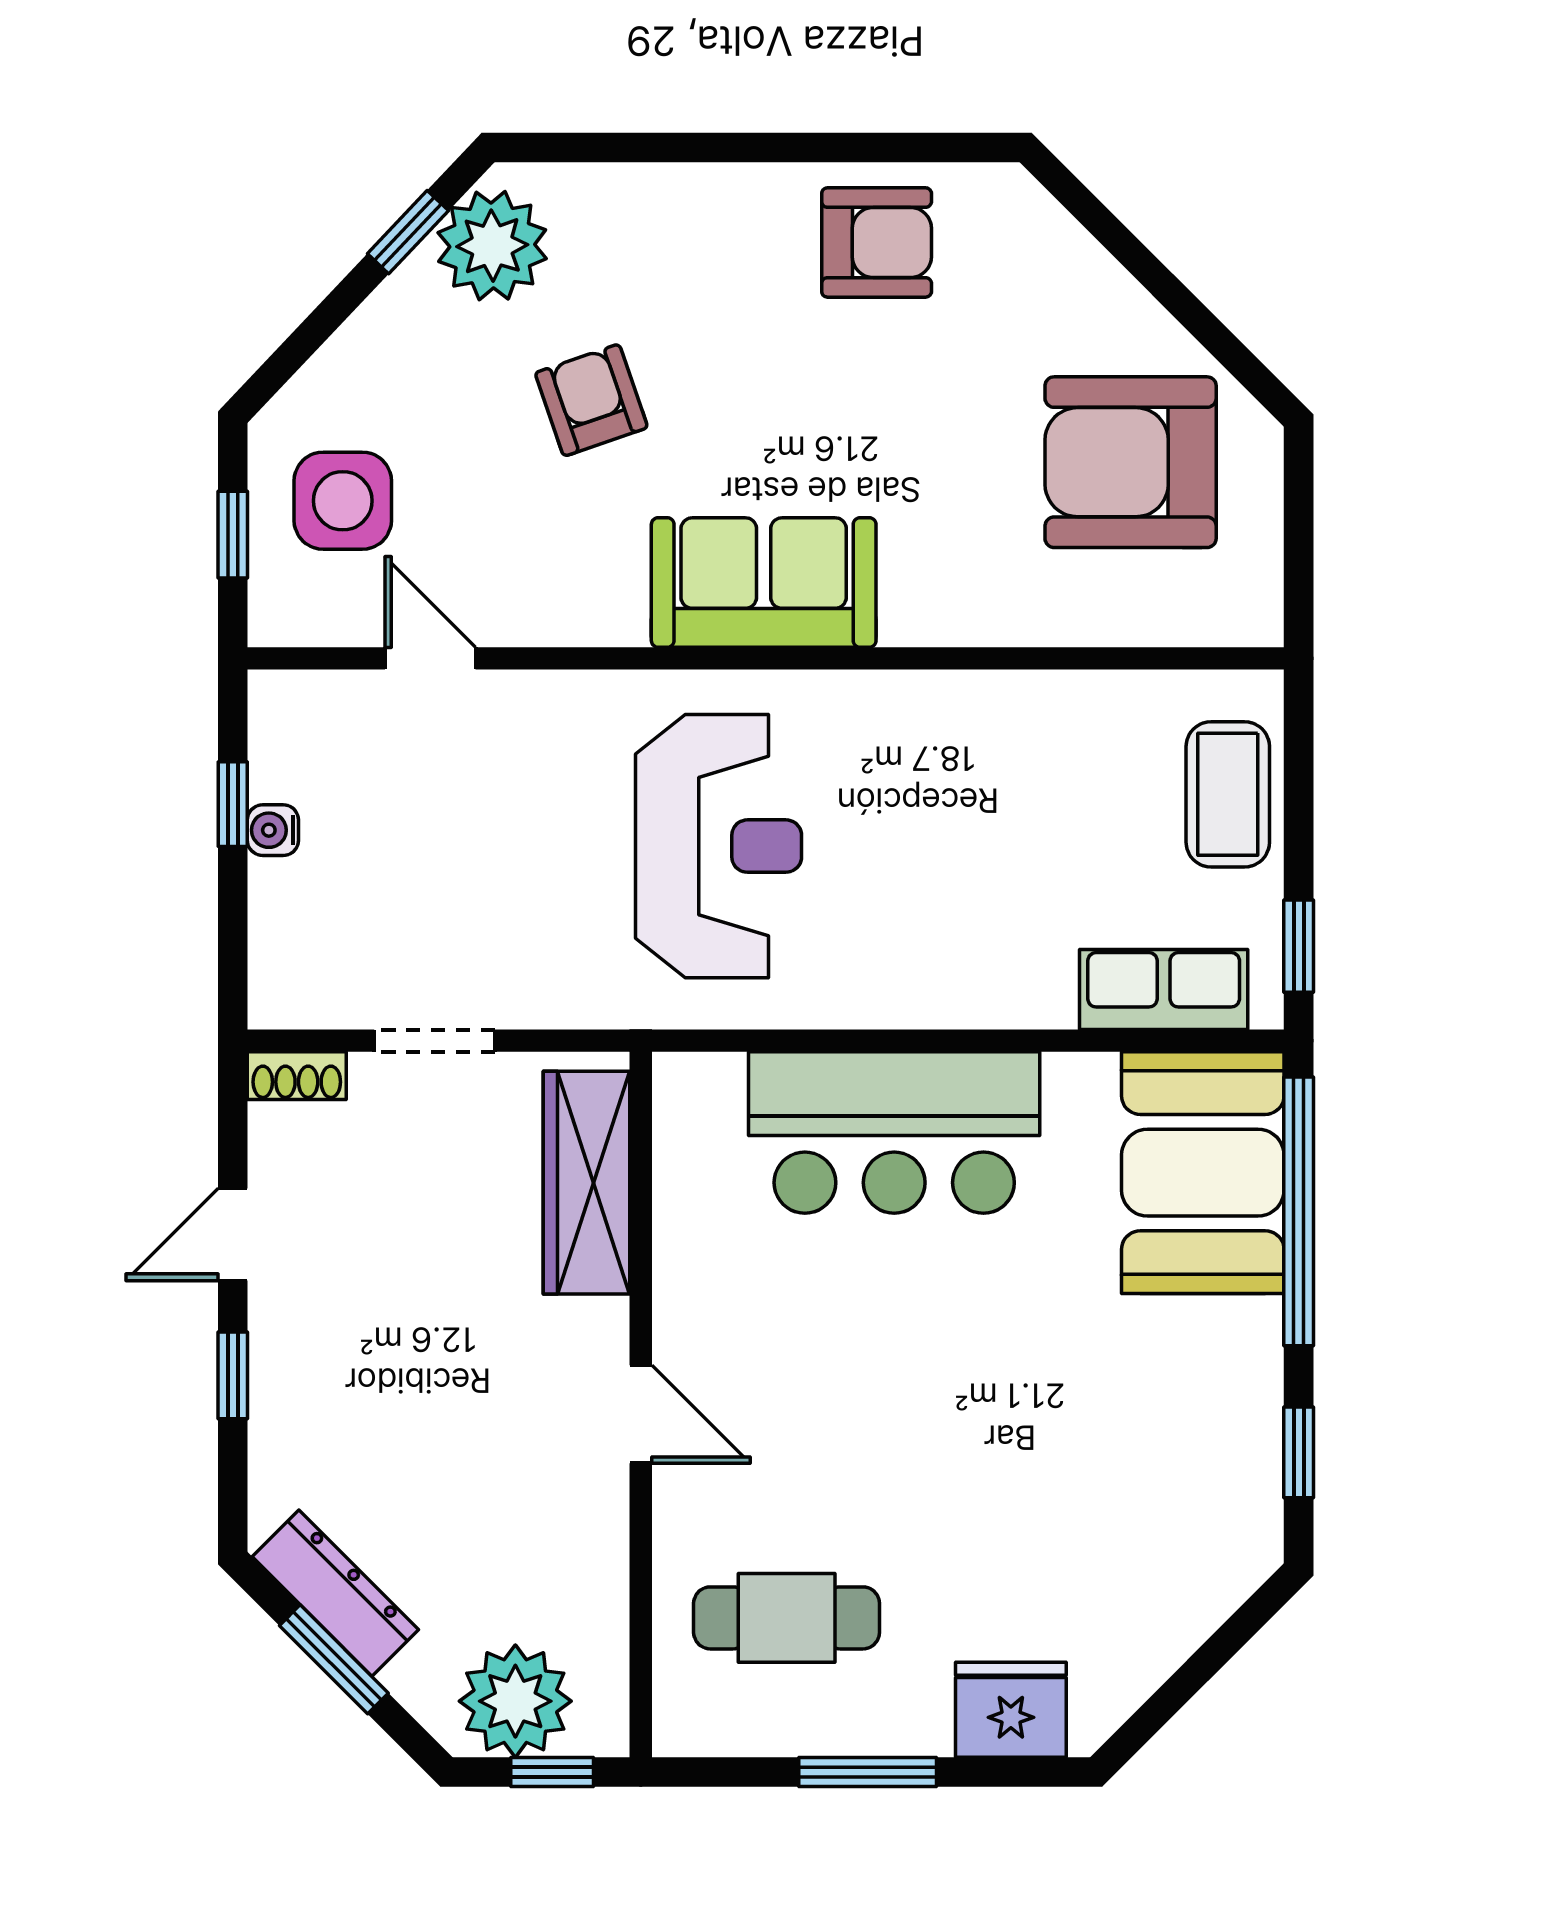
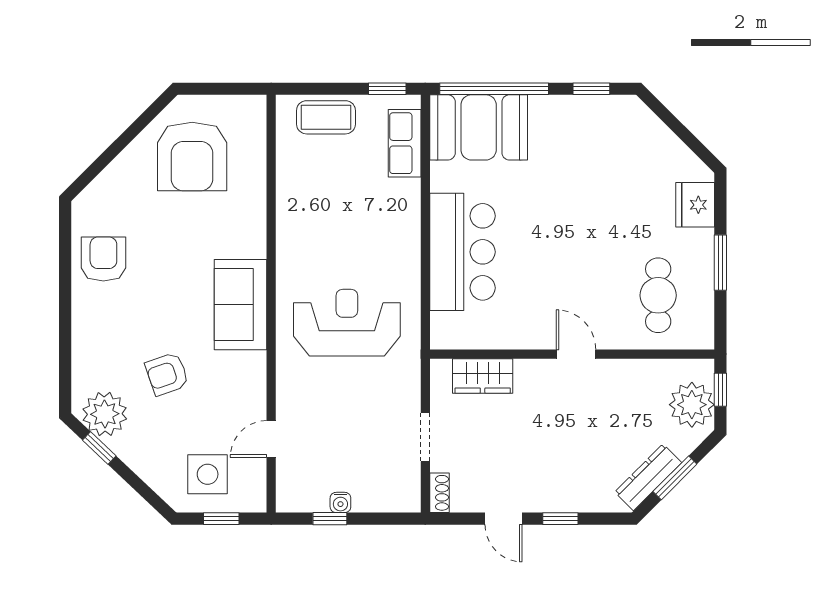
wardrobe: (587, 1183) -> (483, 376), width x0.67
door: (641, 1414) -> (576, 354), hinge flipped

